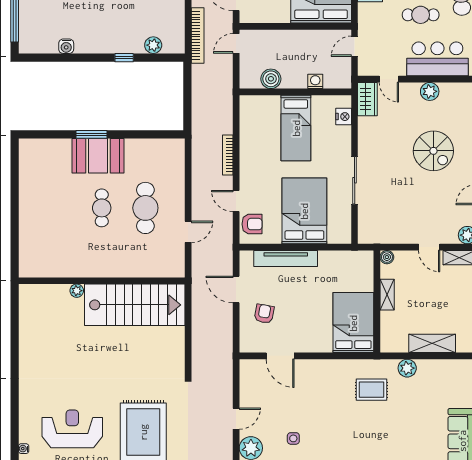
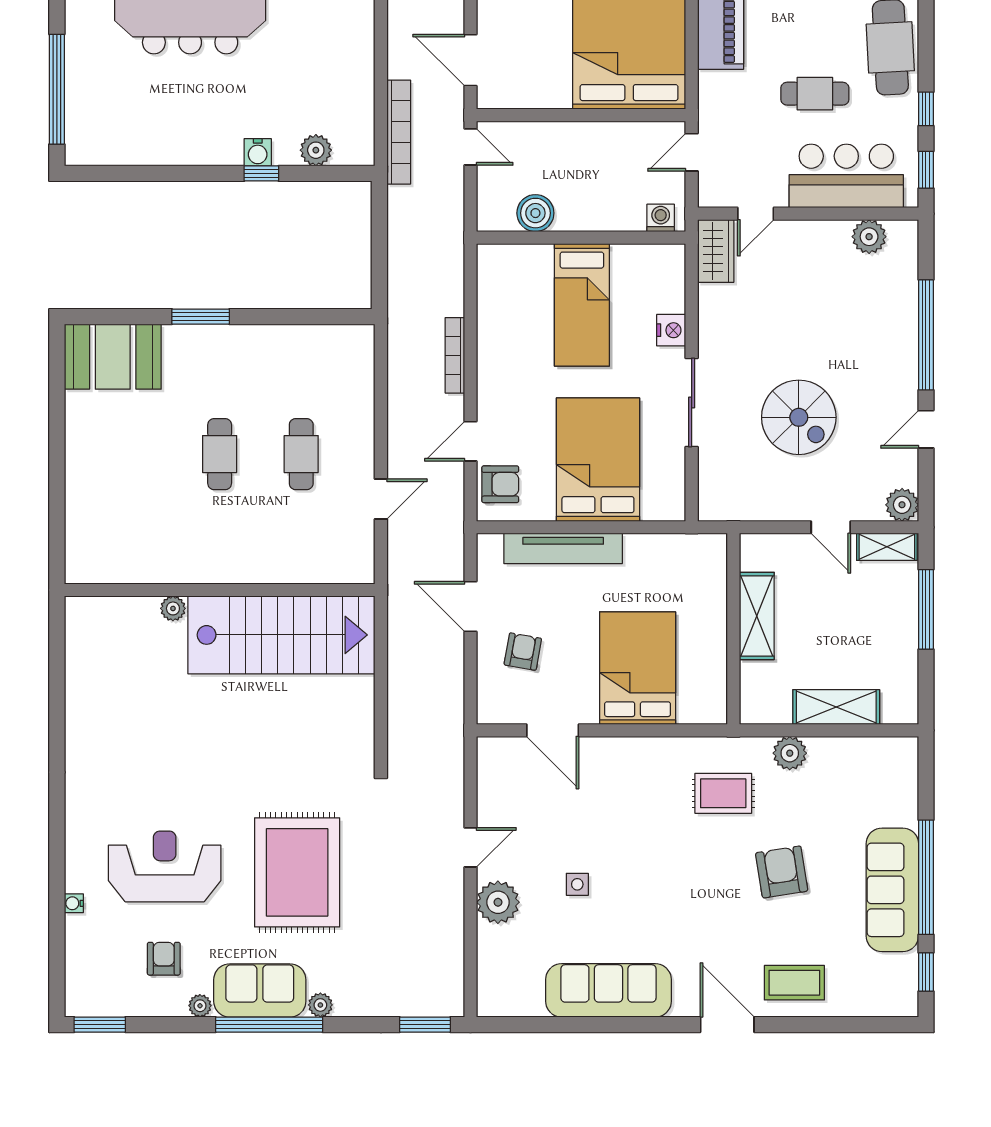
door: (236, 43) -> (471, 147), swing flipped
water cooler: (66, 46) -> (258, 152), moved
door: (389, 79) -> (756, 214), hinge flipped
washing machine: (315, 81) -> (661, 218), moved
plant: (430, 91) -> (869, 237), moved
nightstand: (344, 117) -> (671, 330), moved
spiral stairs: (433, 151) -> (799, 417), moved
booth: (98, 156) -> (113, 357), moved
door: (236, 201) -> (471, 441), hinge flipped
cafe table: (145, 208) -> (301, 454), width x0.73, depth x0.74
boiler: (387, 257) -> (752, 546), removed
shelving: (387, 295) -> (757, 616), width x1.50, depth x1.33
bed: (353, 323) -> (638, 668), moved
armchair: (403, 432) -> (782, 872), added

